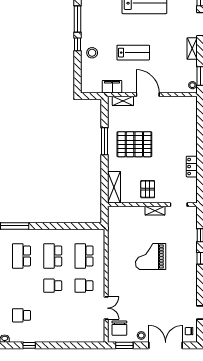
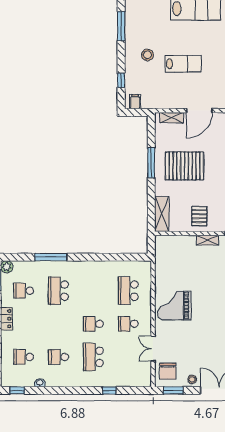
window: (78, 44) -> (121, 80), moved
stool: (92, 53) -> (147, 55), moved
filing cabinet: (112, 87) -> (135, 102), moved, width x0.50
door: (148, 95) -> (199, 111), swing flipped
school desk: (53, 256) -> (93, 357), moved
grand piano: (151, 256) -> (174, 305), moved
double door: (106, 308) -> (153, 349), swing flipped
window: (29, 345) -> (109, 390), moved

